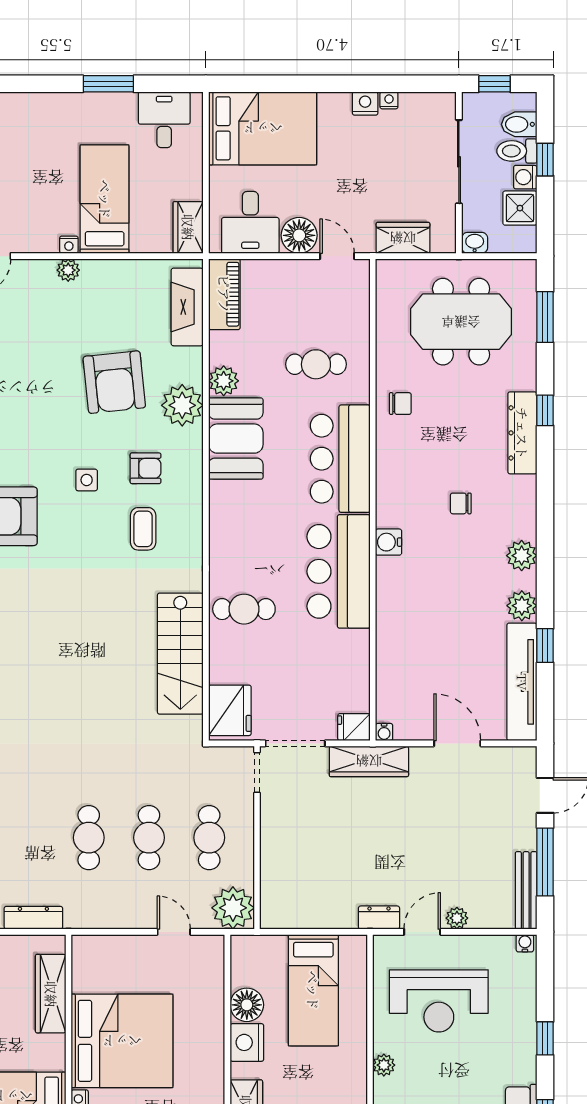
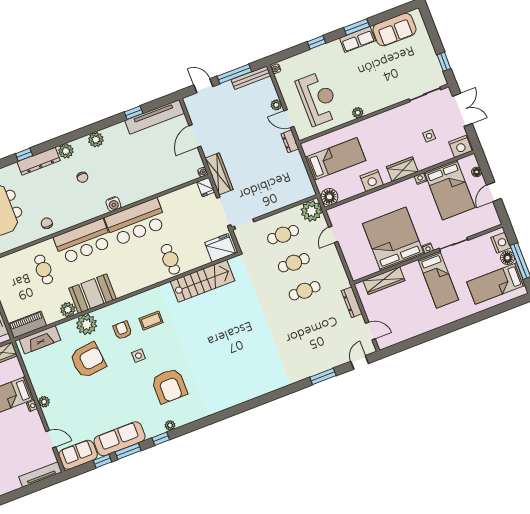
plant: (522, 606) -> (66, 151), moved
floor lamp: (247, 1005) -> (329, 197), moved

